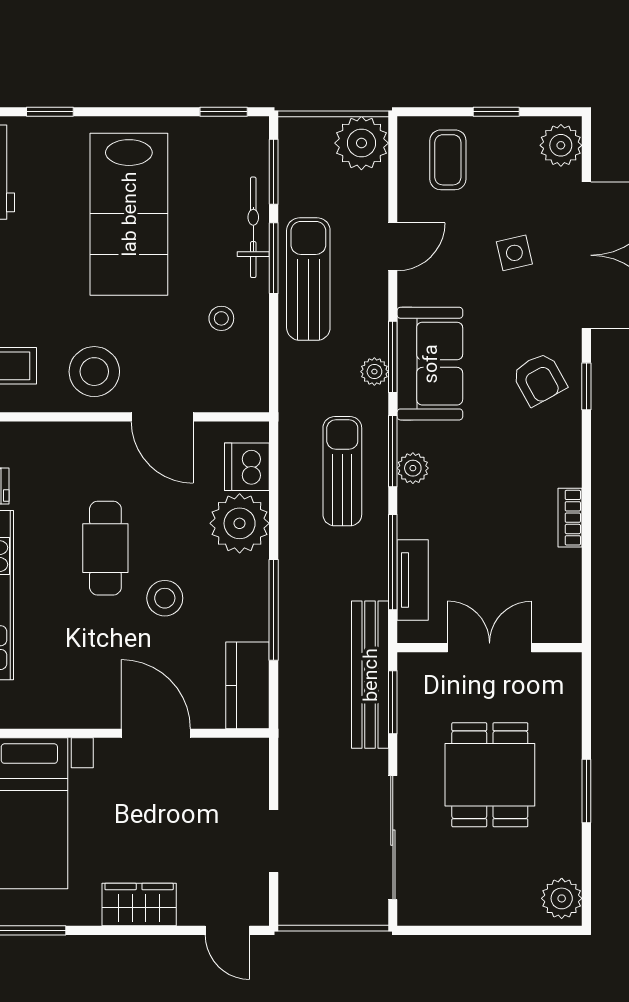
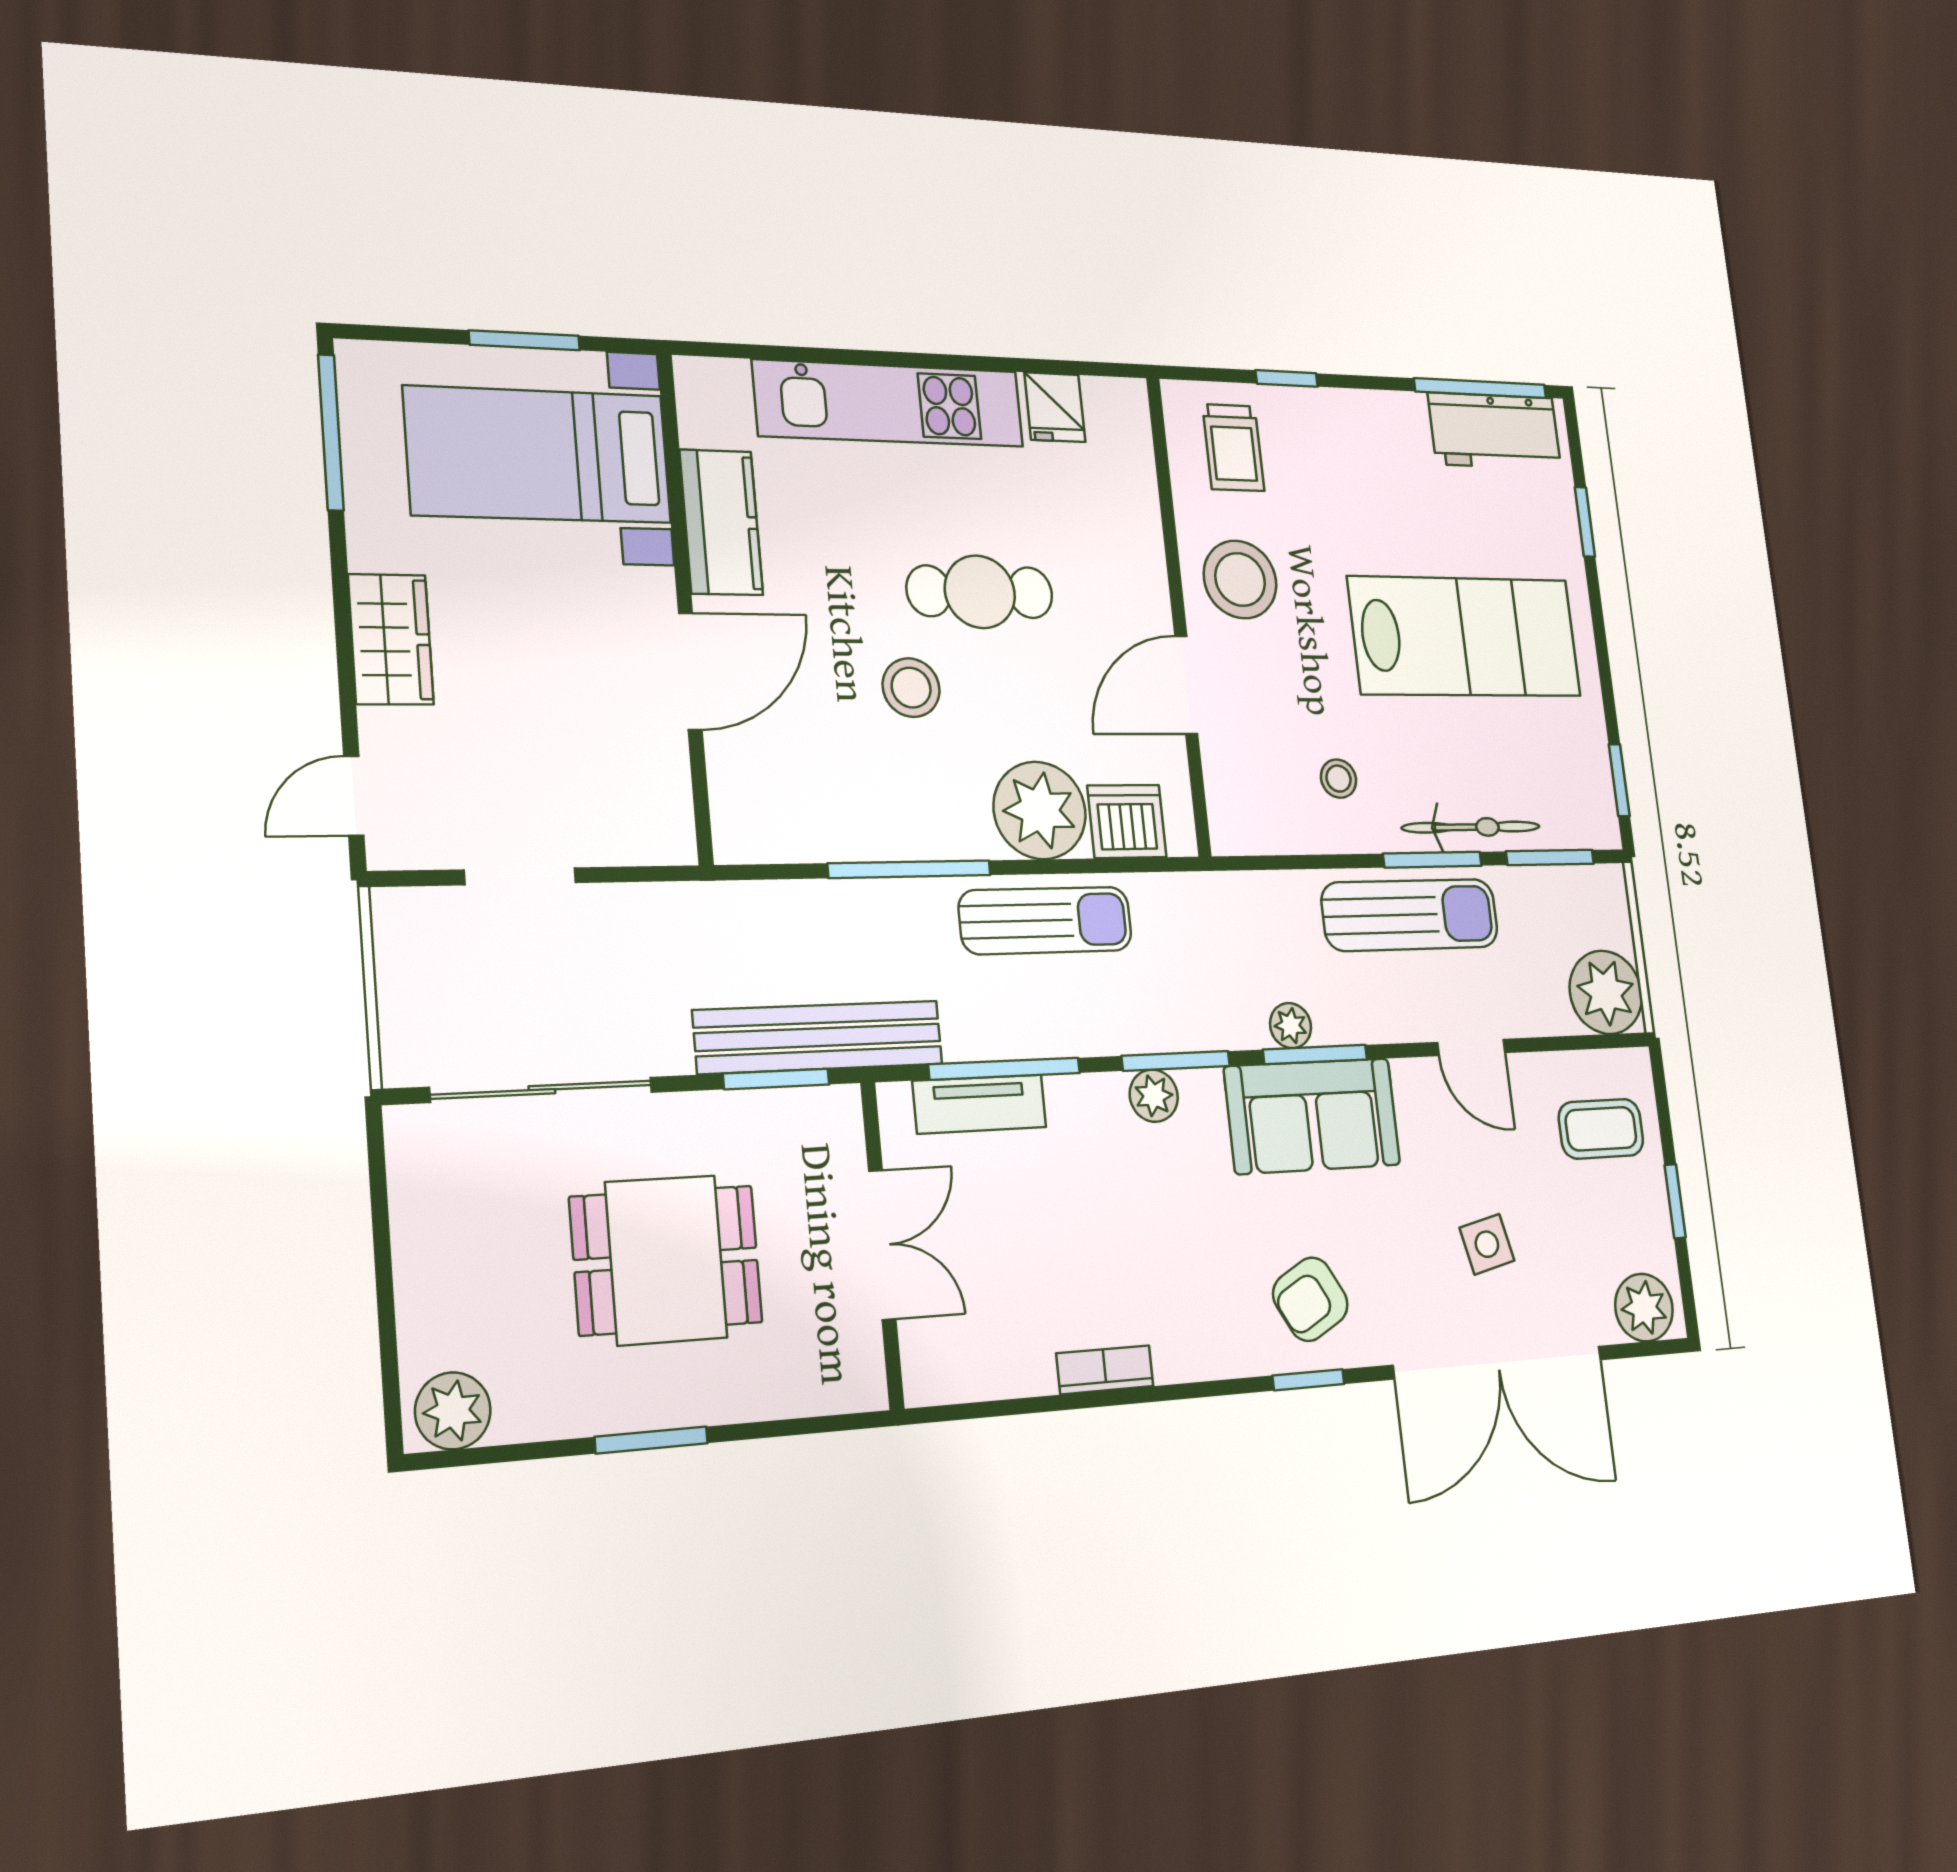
lab bench: (129, 214) -> (1465, 636), turned 180
sun lounger: (342, 471) -> (1046, 920), moved
kitchen counter: (247, 685) -> (721, 522), moved, turned 90

